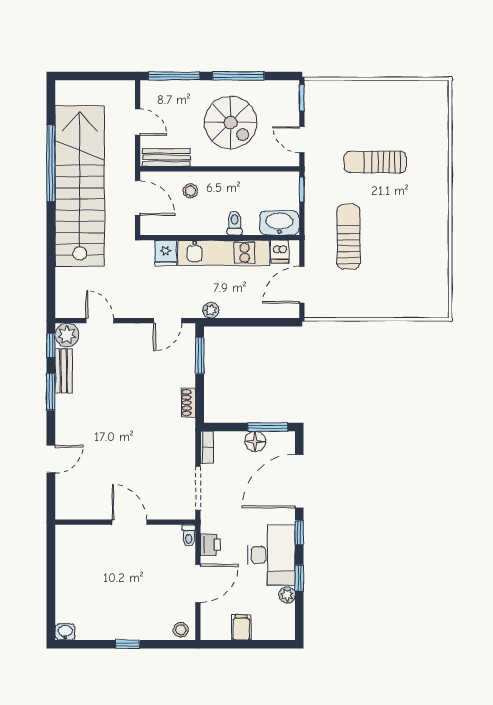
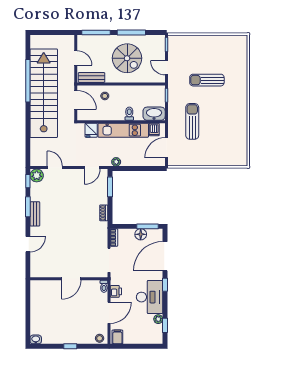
bench: (64, 371) -> (35, 214), moved
door: (129, 522) -> (71, 279), swing flipped
window: (299, 578) -> (165, 325), moved
filing cabinet: (241, 627) -> (117, 337), moved

